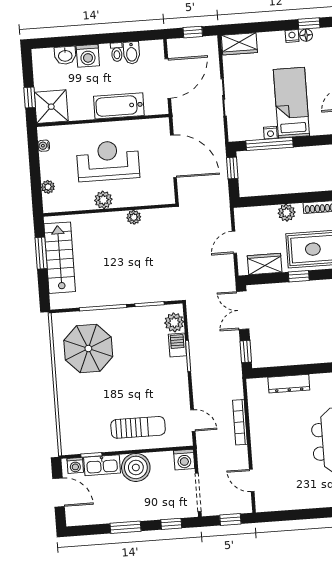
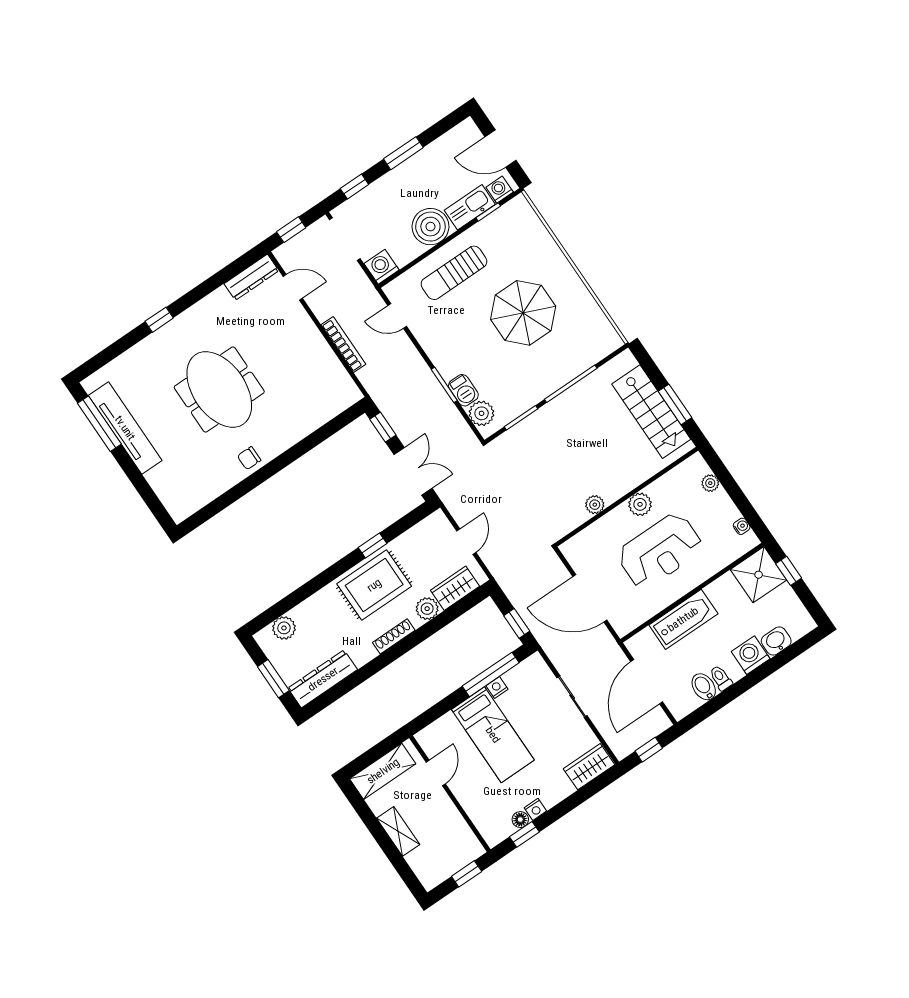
wardrobe: (265, 264) -> (455, 588), moved, turned 180
parasol: (88, 348) -> (523, 313), moved
dresser: (289, 384) -> (251, 277), moved, turned 180

